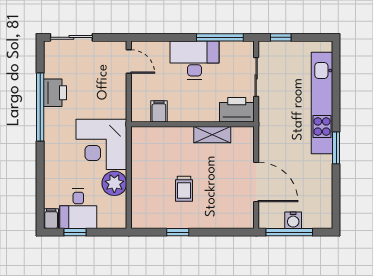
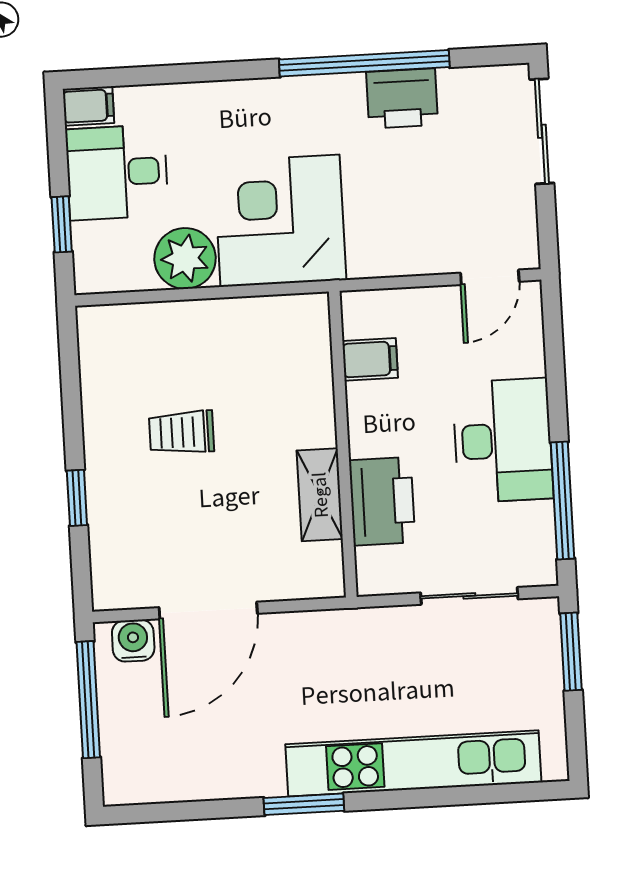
window: (281, 37) -> (571, 652), width x1.50
printer: (237, 110) -> (382, 501), moved
water cooler: (293, 220) -> (133, 641), moved, turned 90
window: (75, 232) -> (62, 224), moved
window: (178, 232) -> (77, 498), moved

